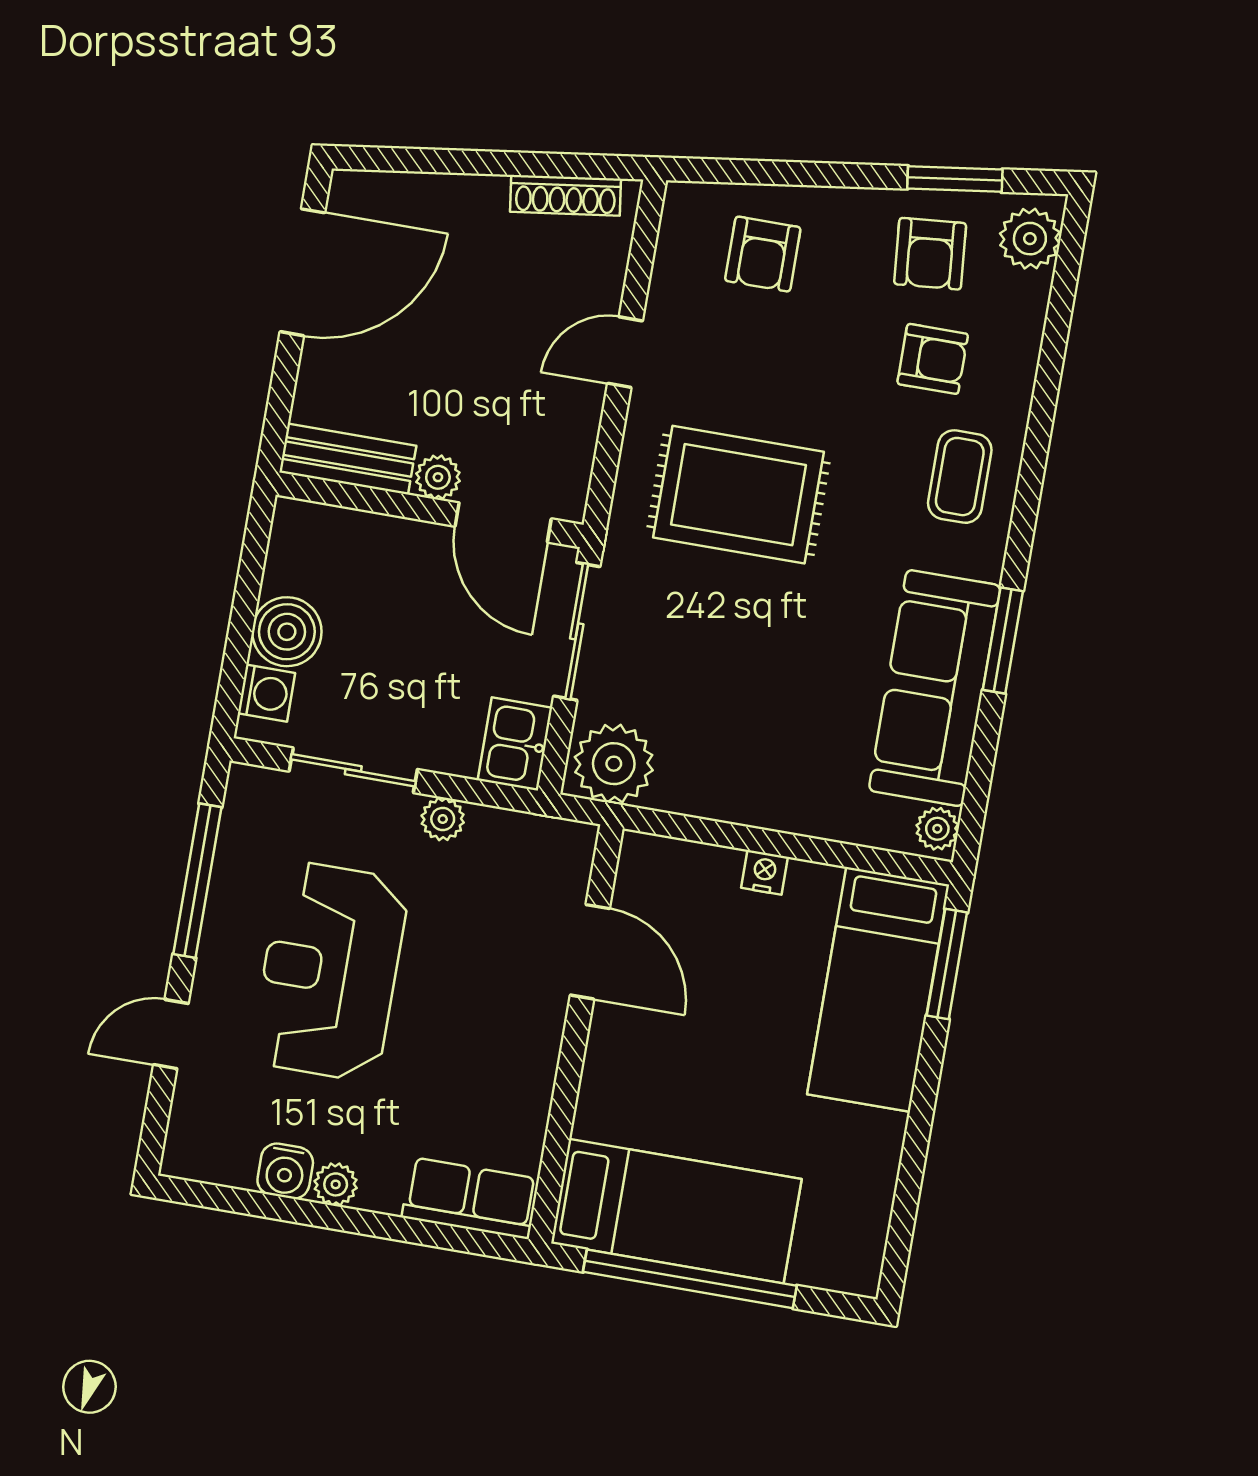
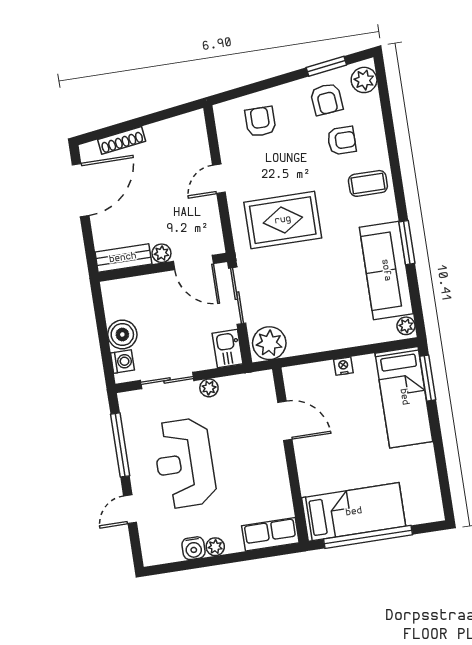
shoe rack: (565, 195) -> (122, 140), moved
armchair: (763, 254) -> (260, 122), turned 180
coffee table: (960, 477) -> (368, 183), turned 90

